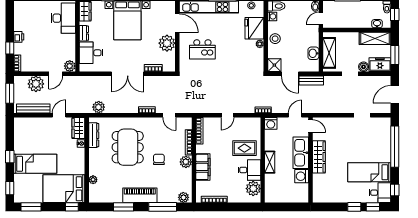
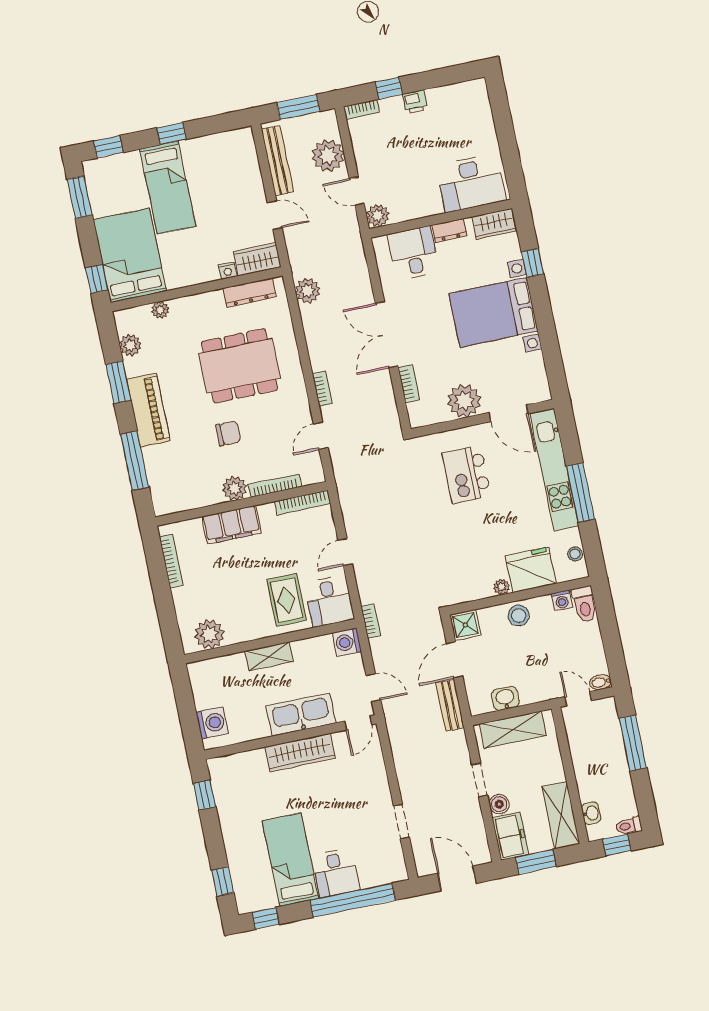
door: (177, 23) -> (508, 413), hinge flipped
door: (227, 115) -> (345, 552), hinge flipped
desk: (249, 170) -> (329, 601), moved
washing machine: (302, 176) -> (212, 723), moved, turned 90
desk: (380, 193) -> (336, 873), moved
plant: (183, 197) -> (130, 345), moved
window: (354, 207) -> (205, 795), moved

